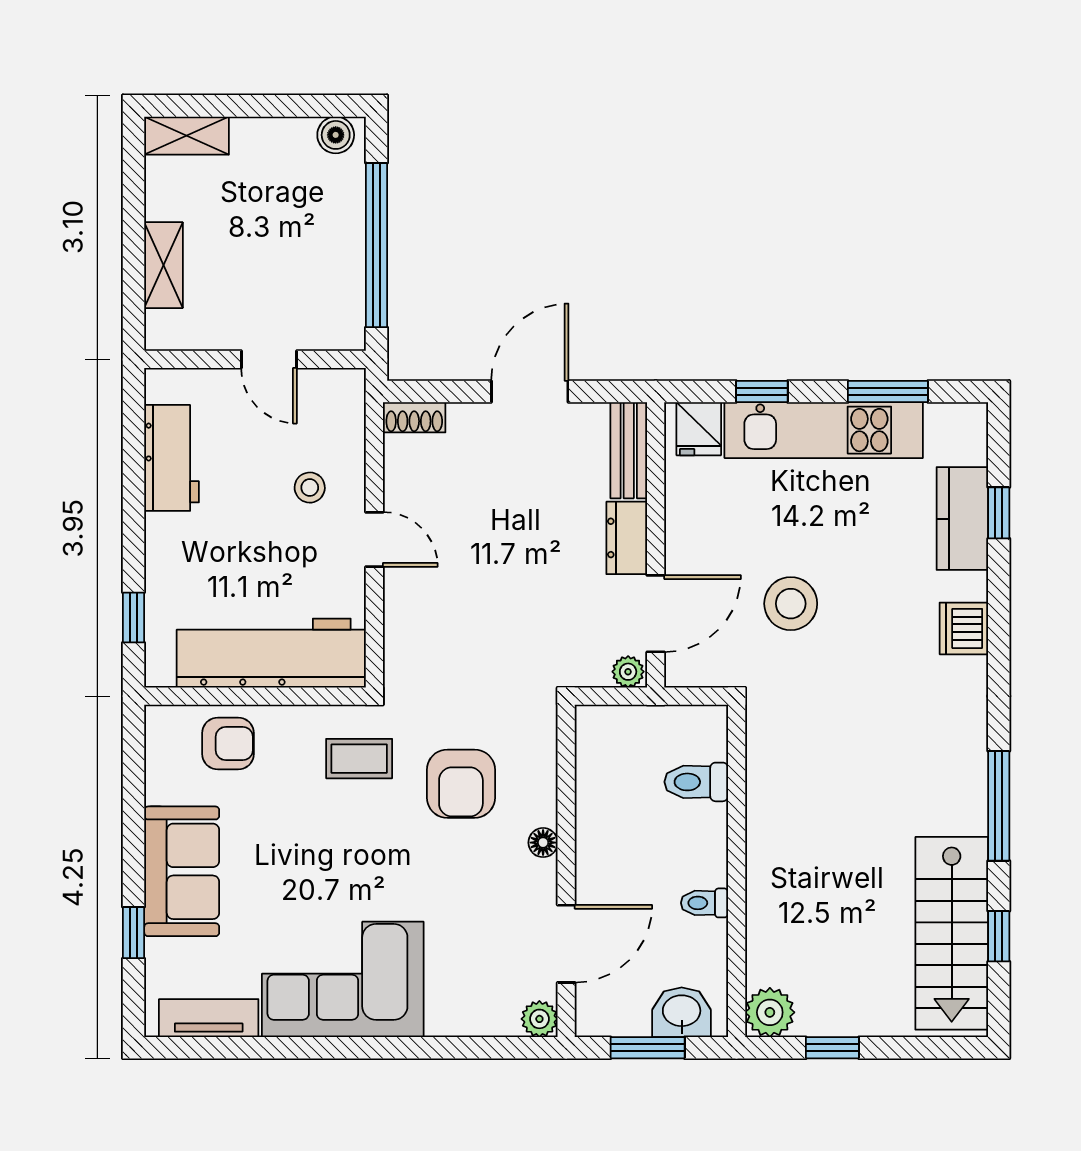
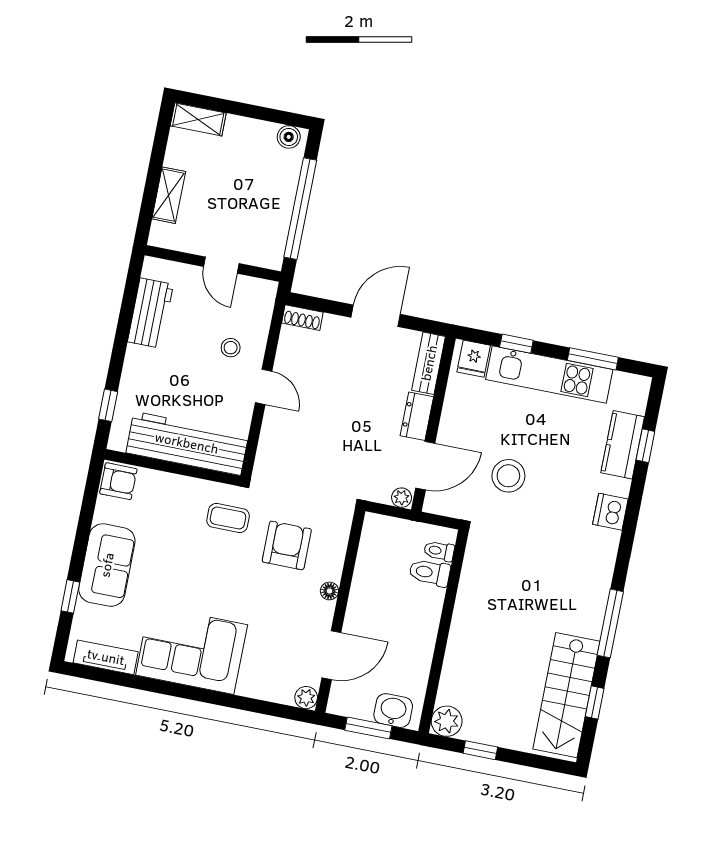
armchair: (228, 744) -> (118, 481), moved
armchair: (461, 784) -> (287, 545), turned 180
toilet: (704, 903) -> (439, 551), moved

